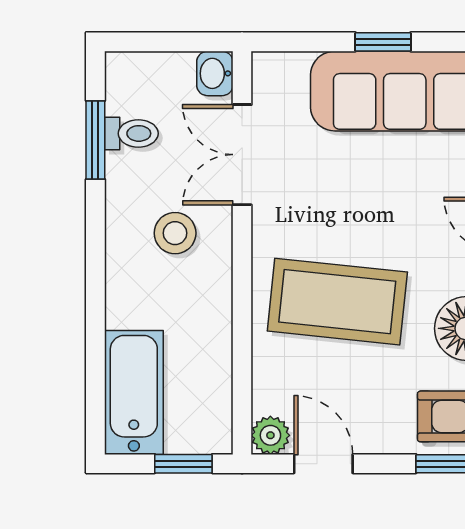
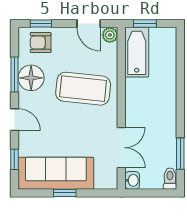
toilet: (131, 133) -> (170, 179), moved, turned 90
stool: (175, 233) -> (148, 116), removed
bathtub: (134, 392) -> (137, 52), moved, turned 180

